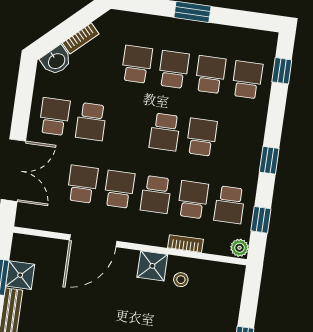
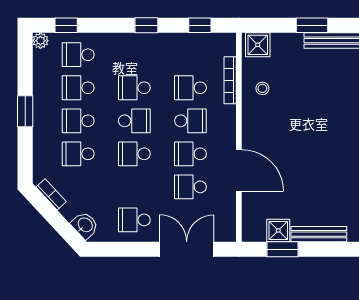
bookcase: (81, 38) -> (51, 194), moved
school desk: (91, 122) -> (134, 154), moved, turned 180
school desk: (230, 205) -> (190, 55), removed
bookcase: (186, 244) -> (230, 80), width x1.56
plant: (240, 248) -> (40, 41), moved
shower: (152, 266) -> (258, 45), moved

